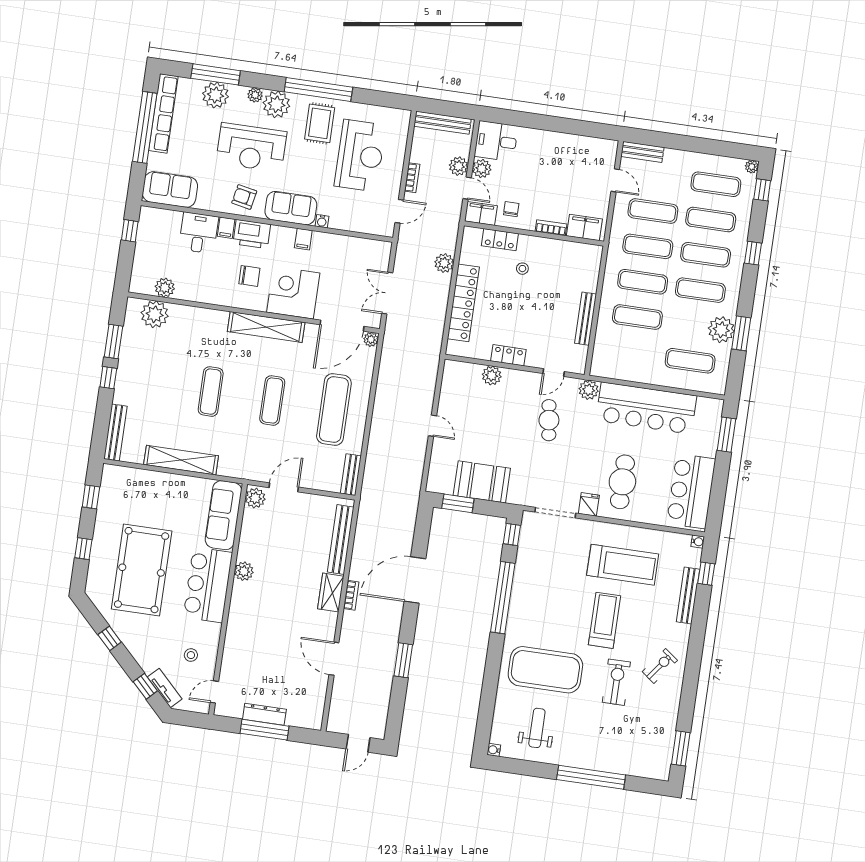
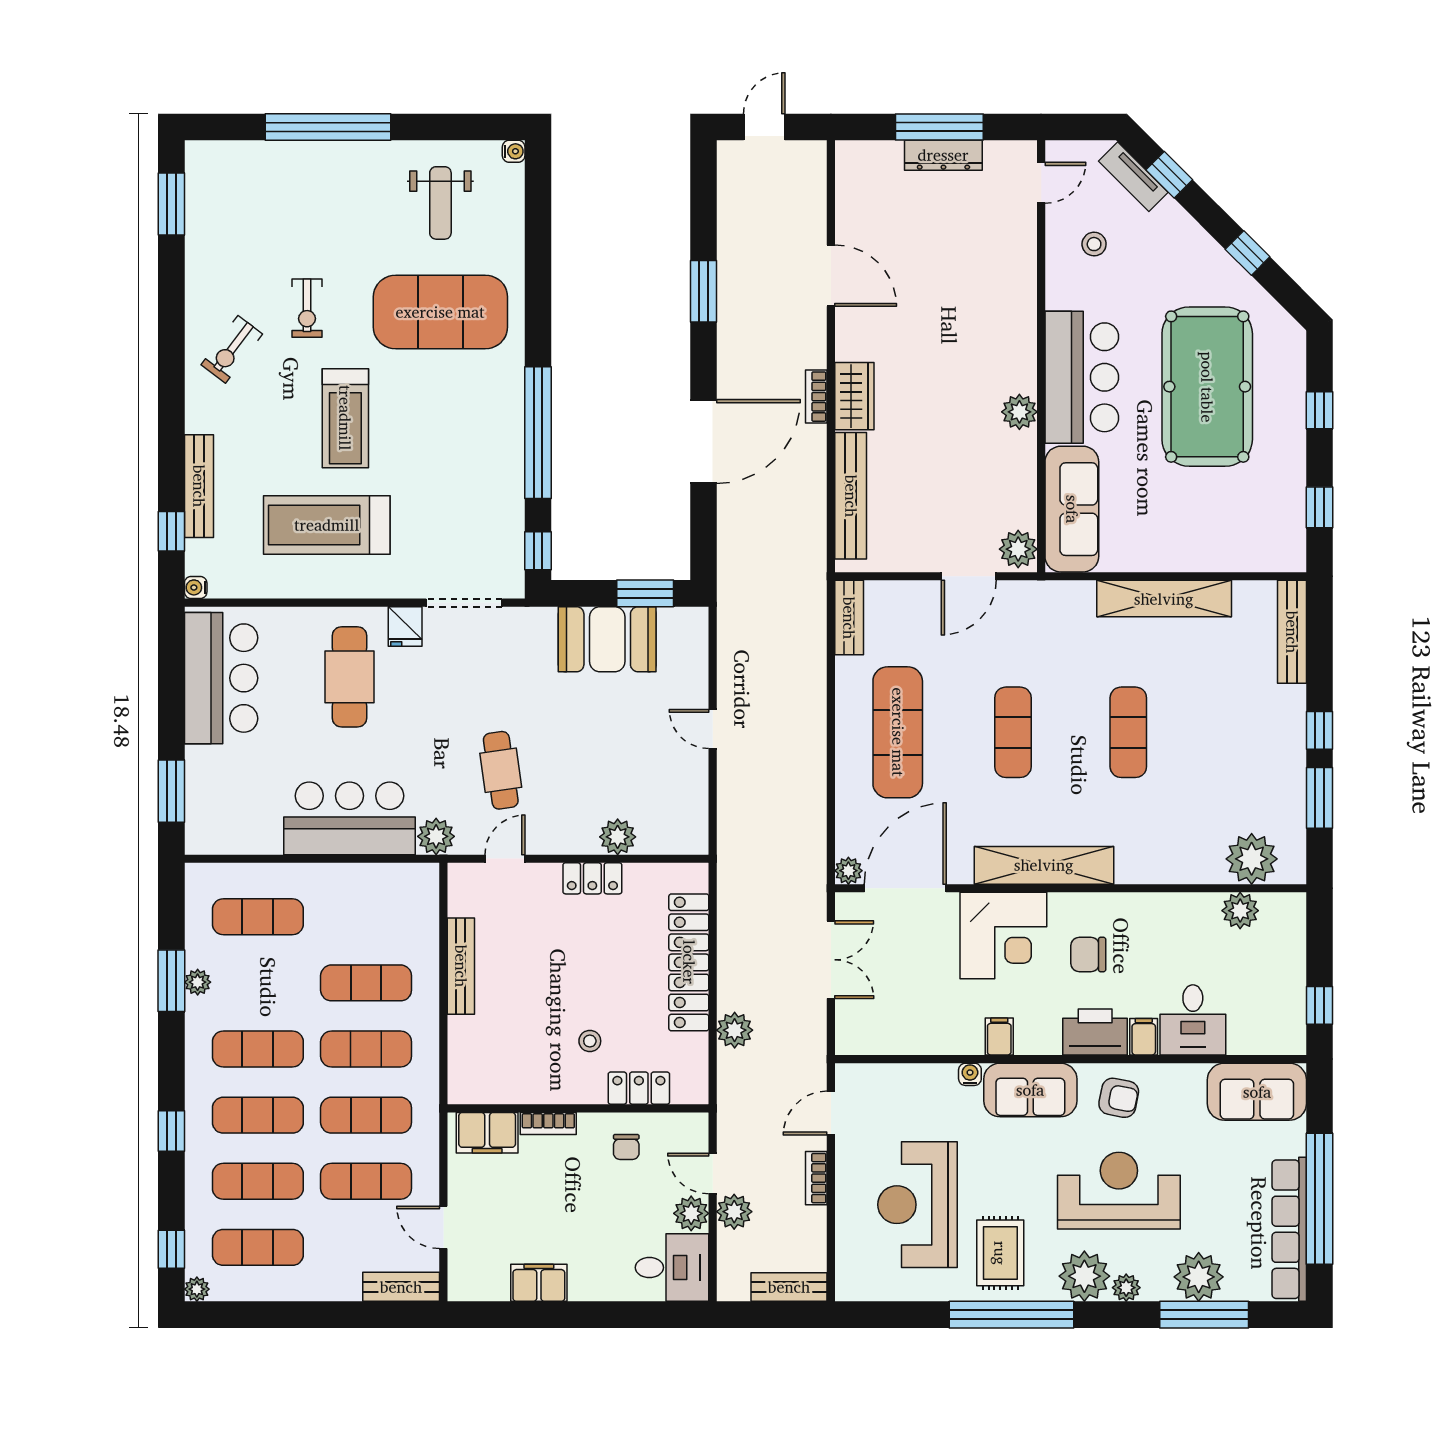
bench: (442, 123) -> (789, 1287), width x0.73
filing cabinet: (481, 213) -> (539, 1283), moved, turned 180
plant: (721, 330) -> (198, 982), width x0.53, depth x0.53
bar counter: (646, 408) -> (349, 818), width x0.73
exercise bike: (616, 682) -> (307, 308), width x0.73, depth x0.72

